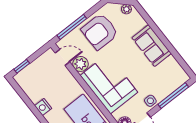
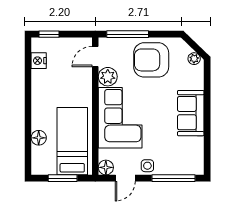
door: (62, 57) -> (95, 56), swing flipped
nightstand: (43, 107) -> (39, 61), moved

